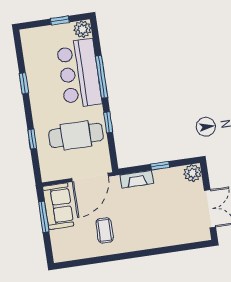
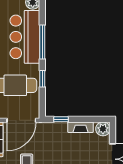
window: (160, 166) -> (61, 119), moved
fireplace: (137, 179) -> (80, 127), moved

